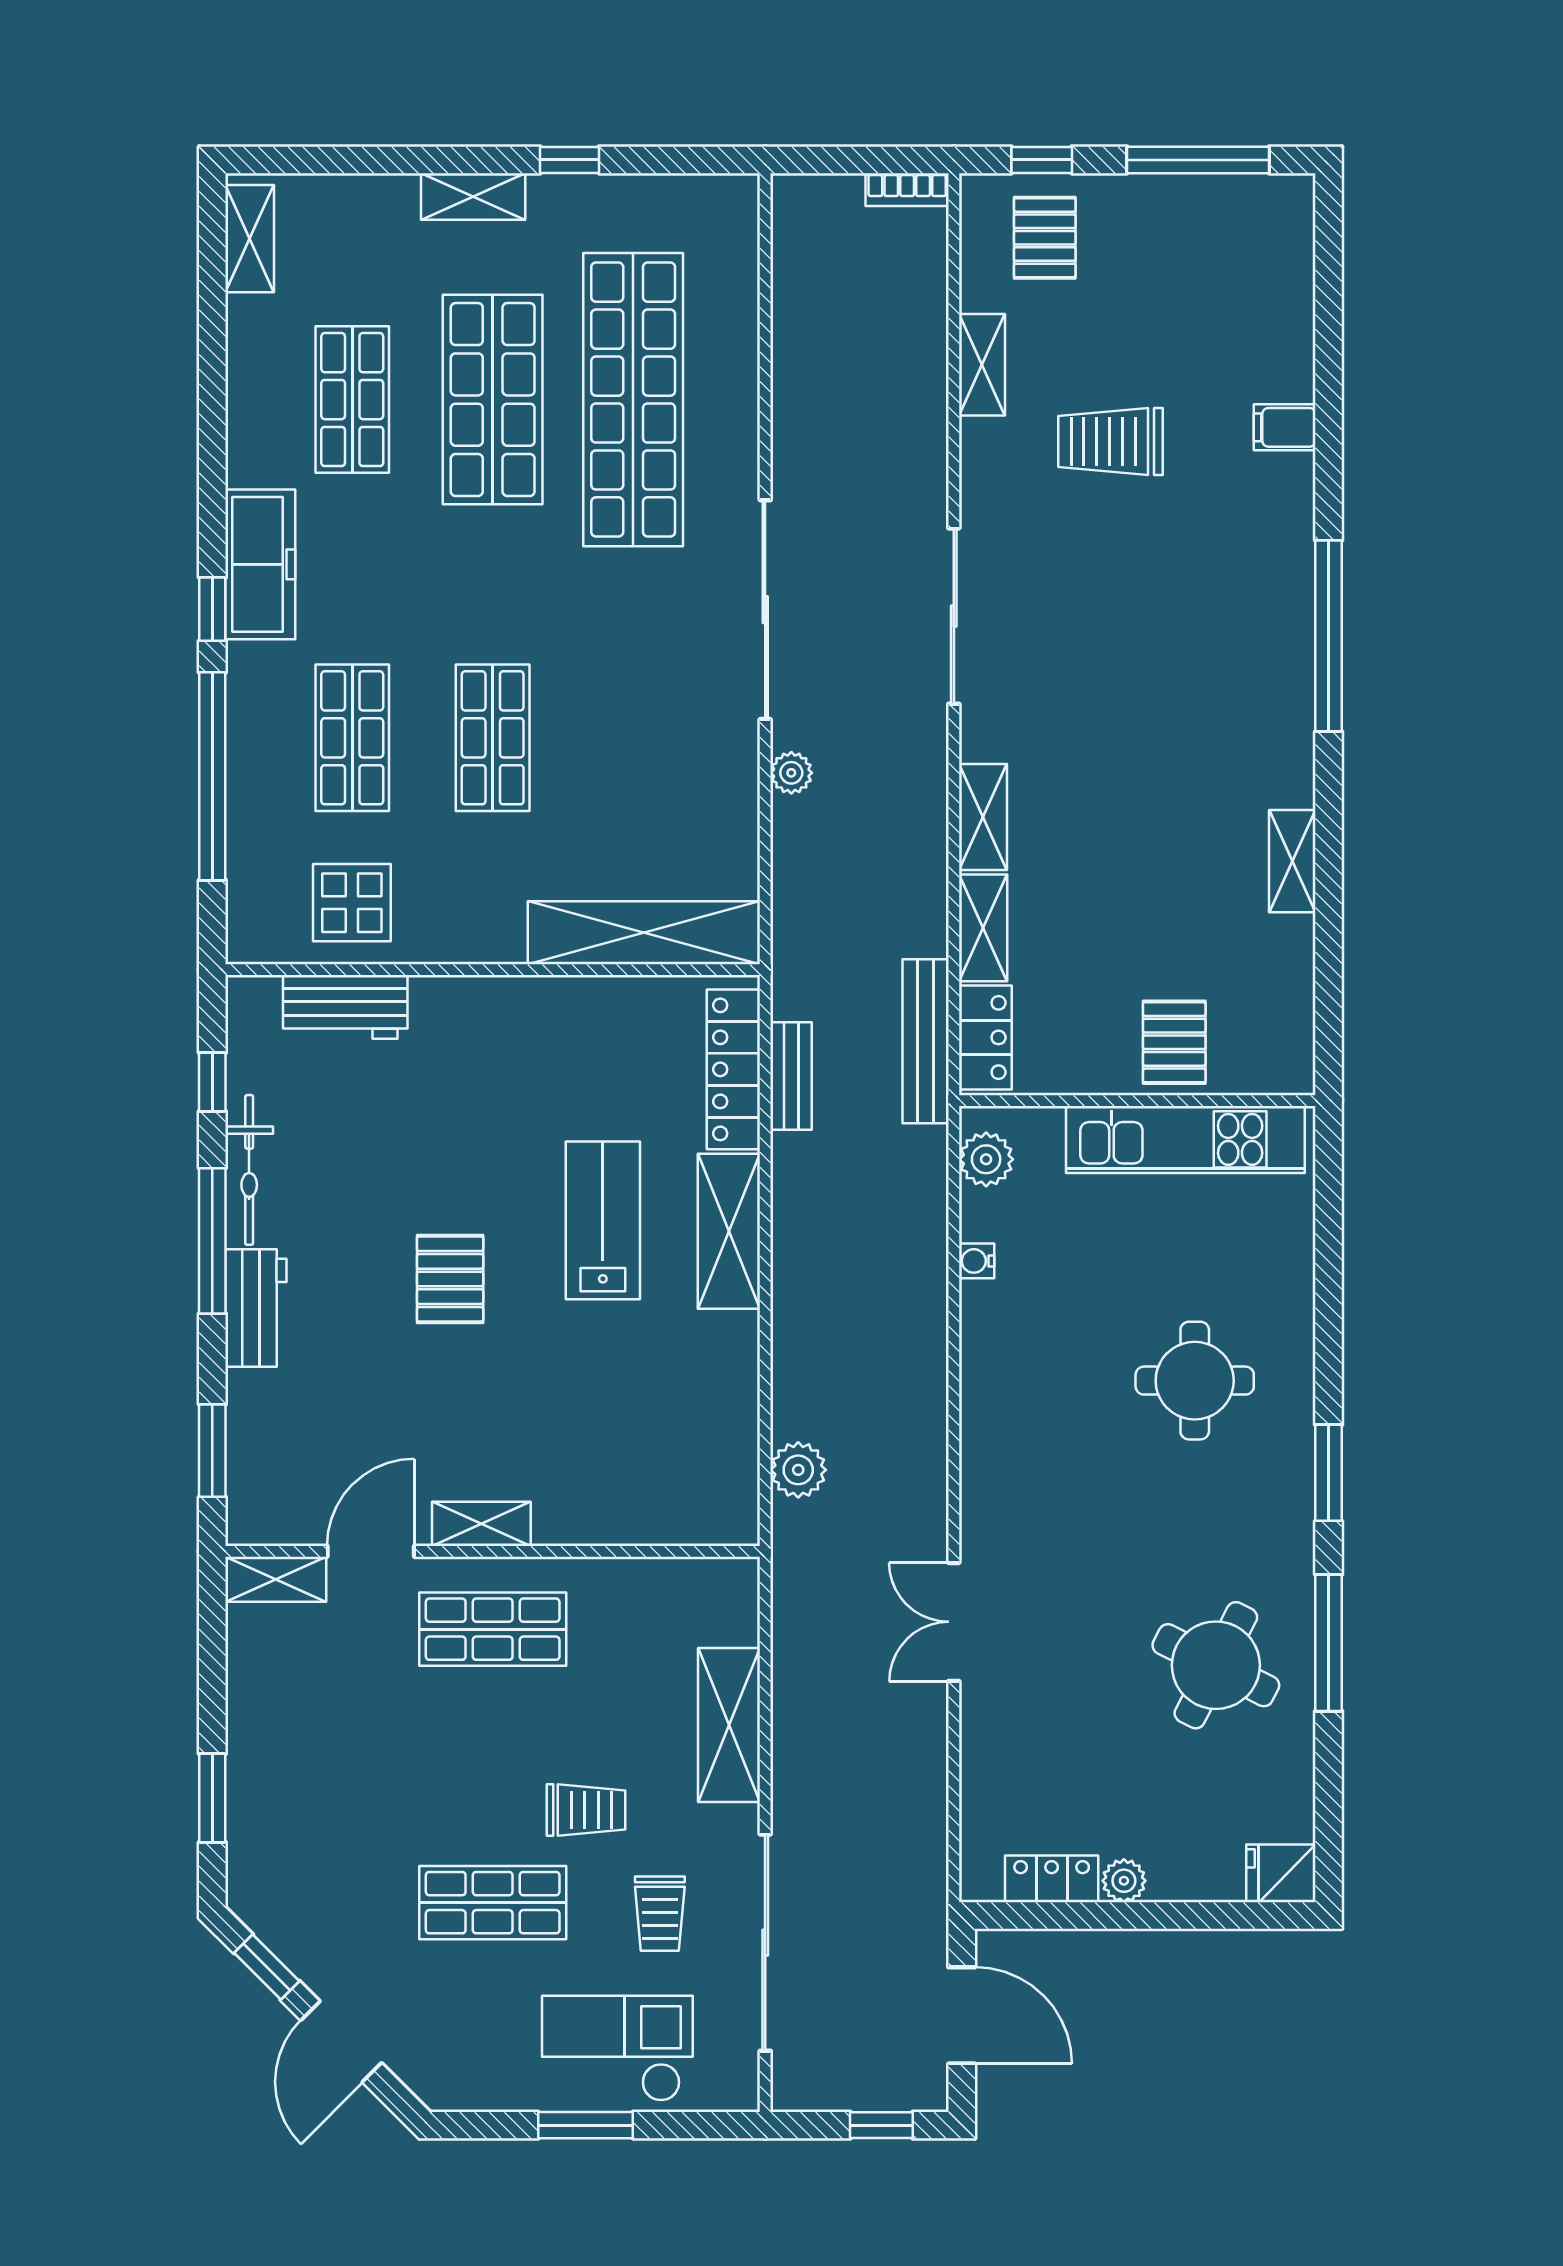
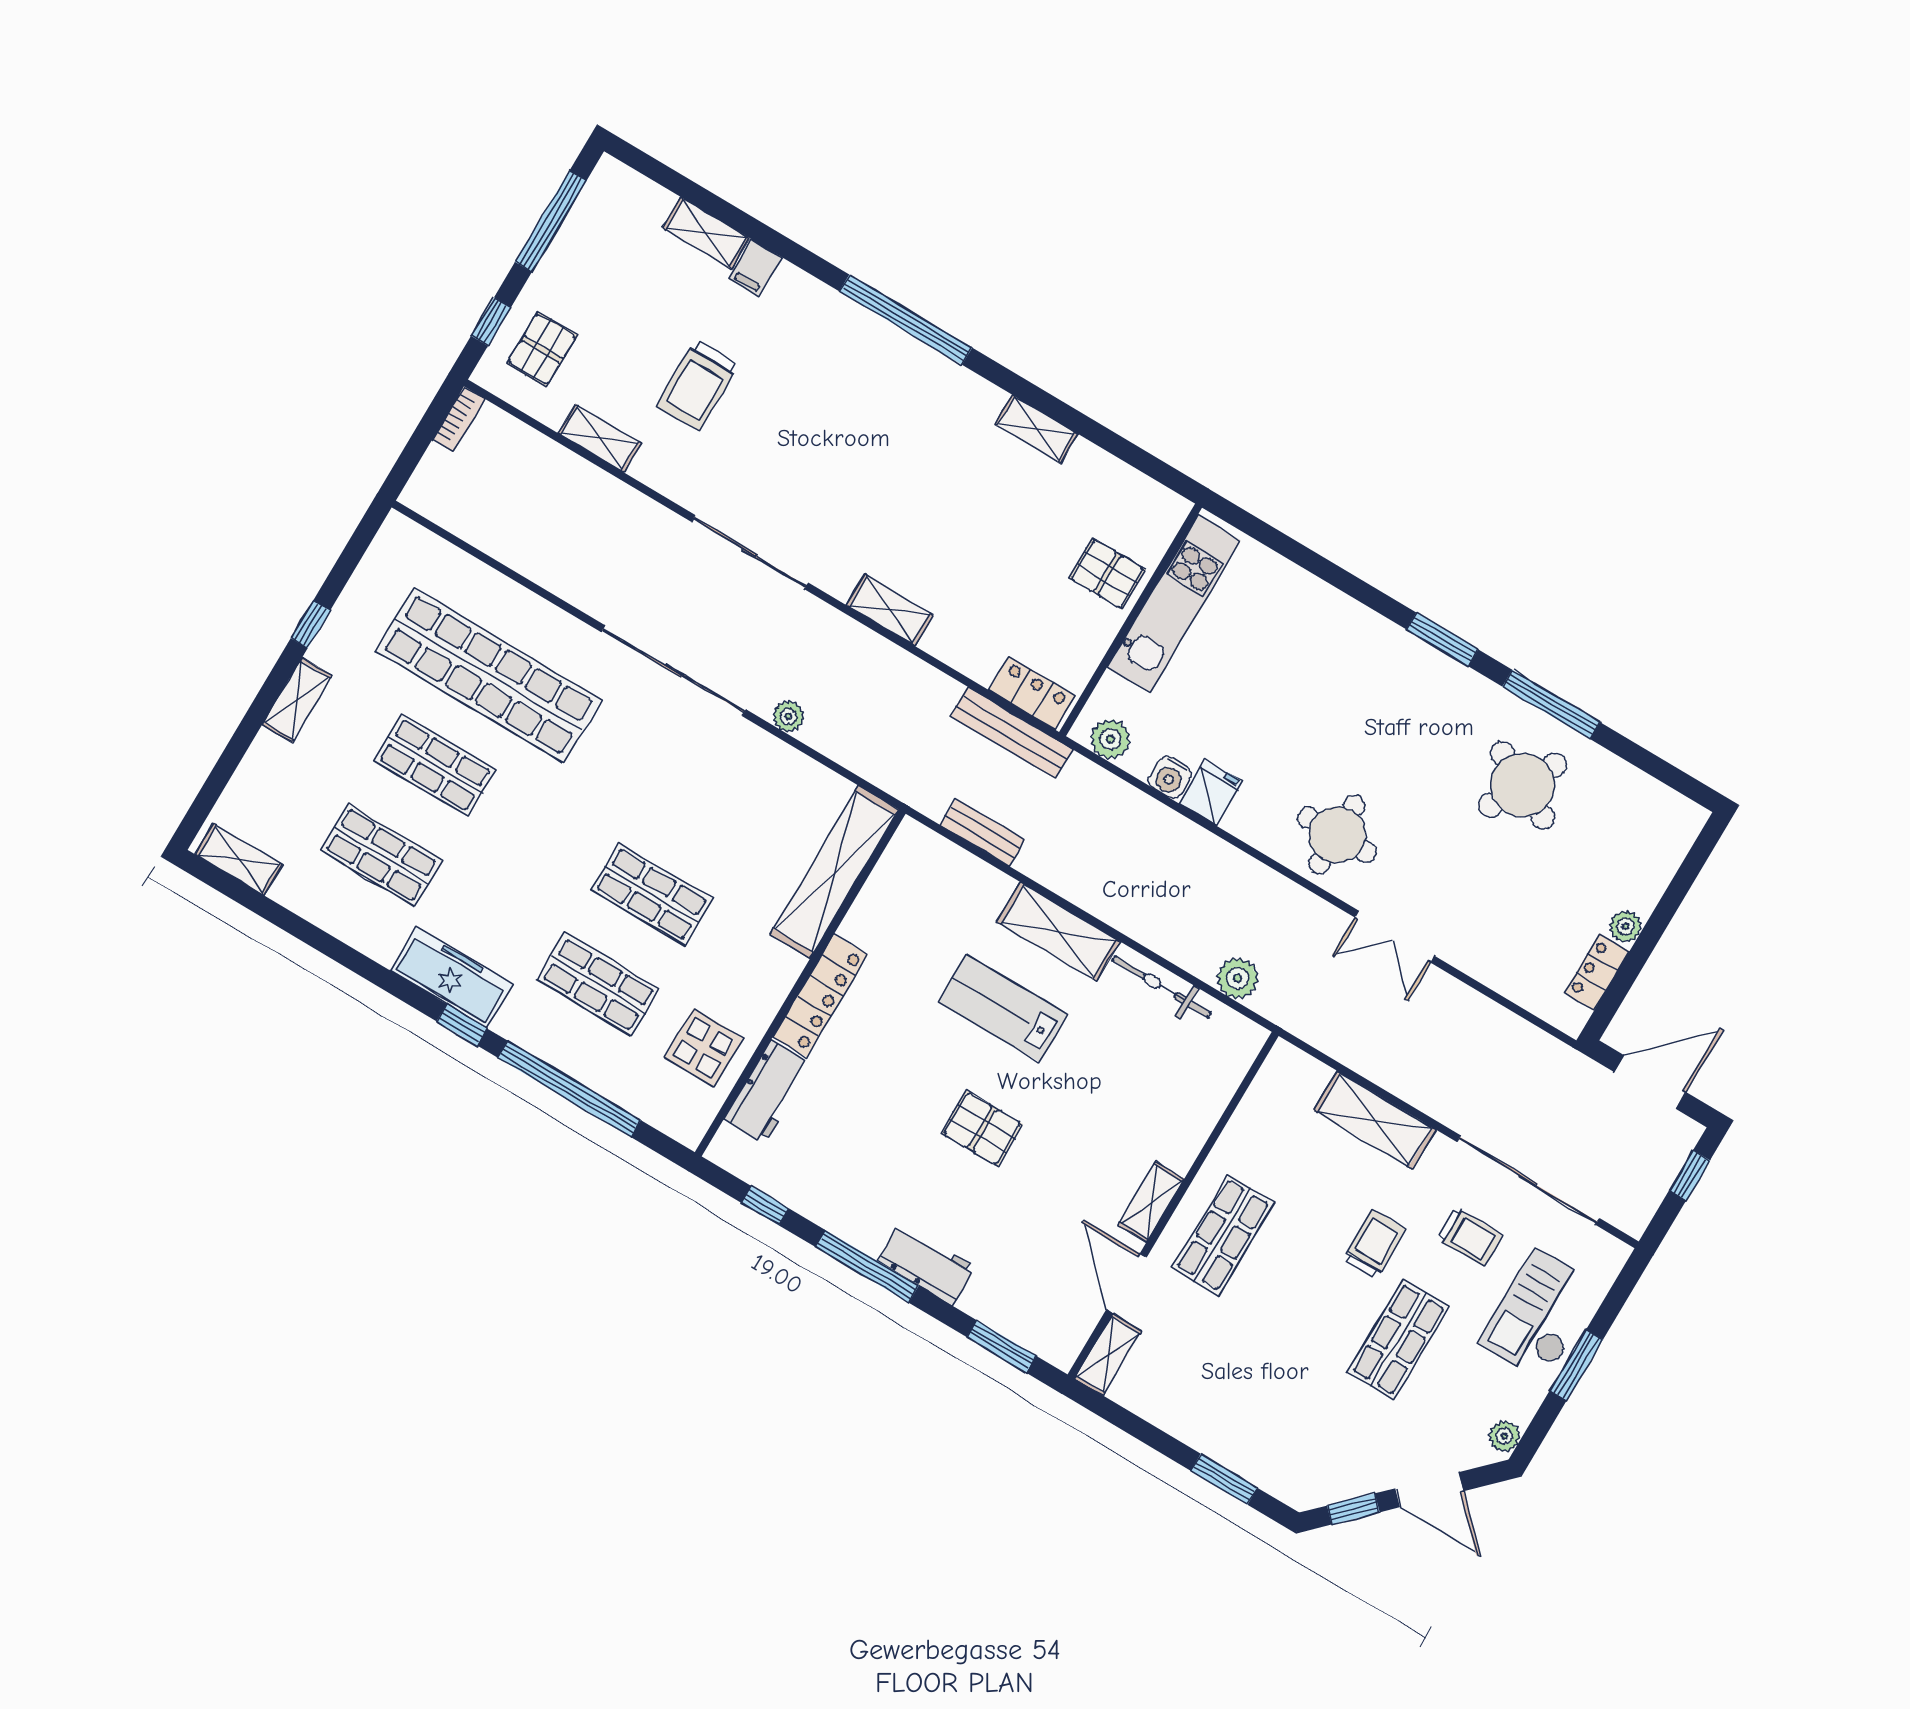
pallet: (1045, 238) -> (542, 349), turned 90
shop shelf: (493, 400) -> (435, 765), width x0.70, depth x0.74
shelving: (983, 928) -> (706, 233), moved
locker: (733, 1069) -> (820, 996), moved, turned -90
bicycle: (249, 1170) -> (1162, 987), moved, turned 180
water cooler: (977, 1261) -> (1170, 777), width x1.38, depth x1.38
round table: (1195, 1381) -> (1337, 835), moved
fridge: (1281, 1873) -> (1211, 793), moved, turned 180
plant: (454, 2091) -> (1504, 1436), added

